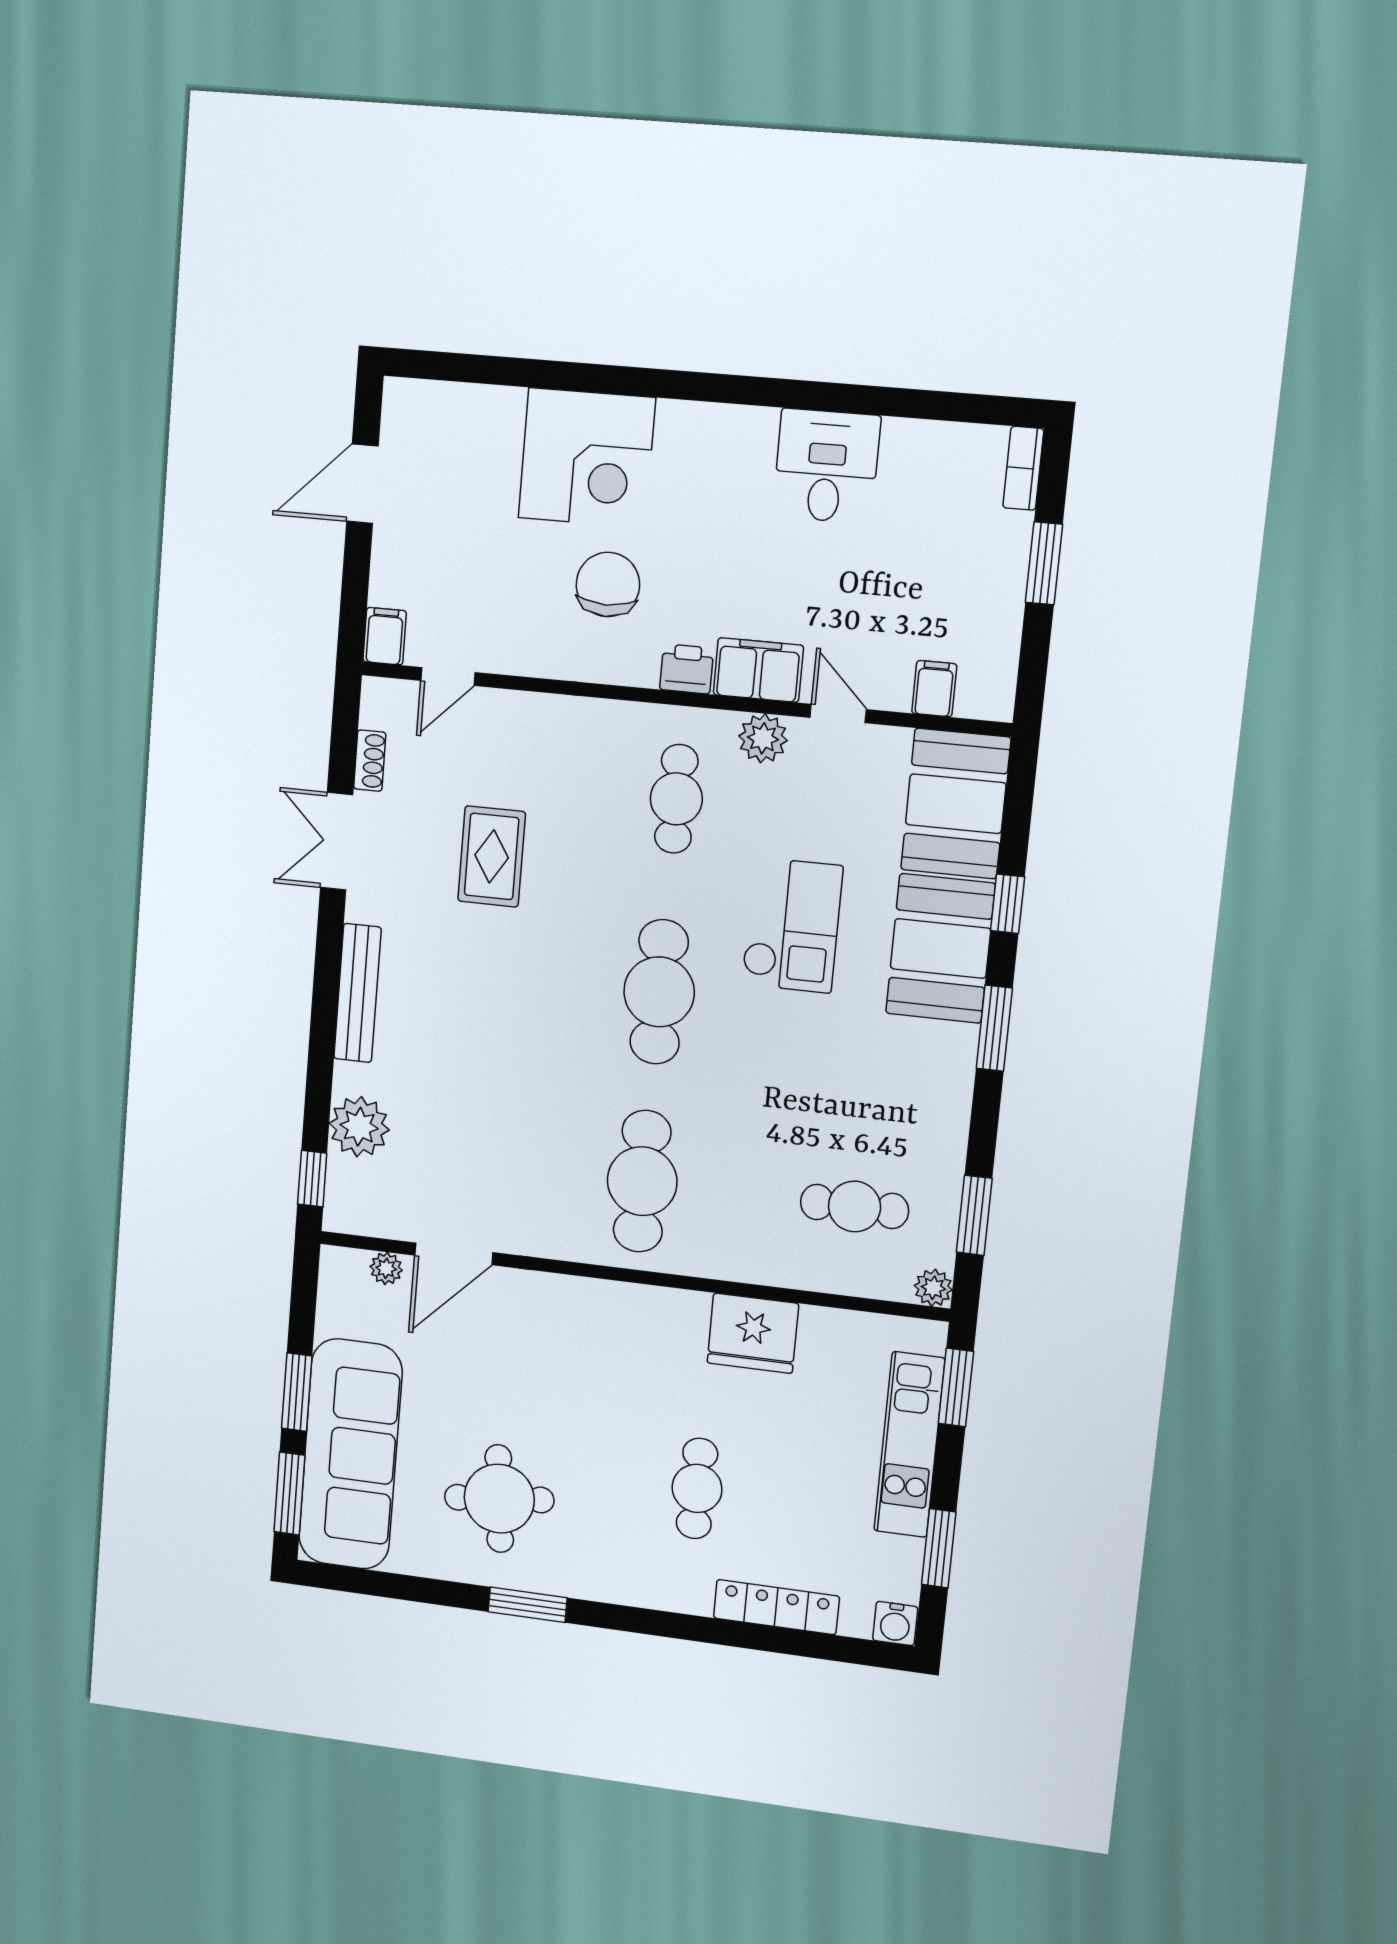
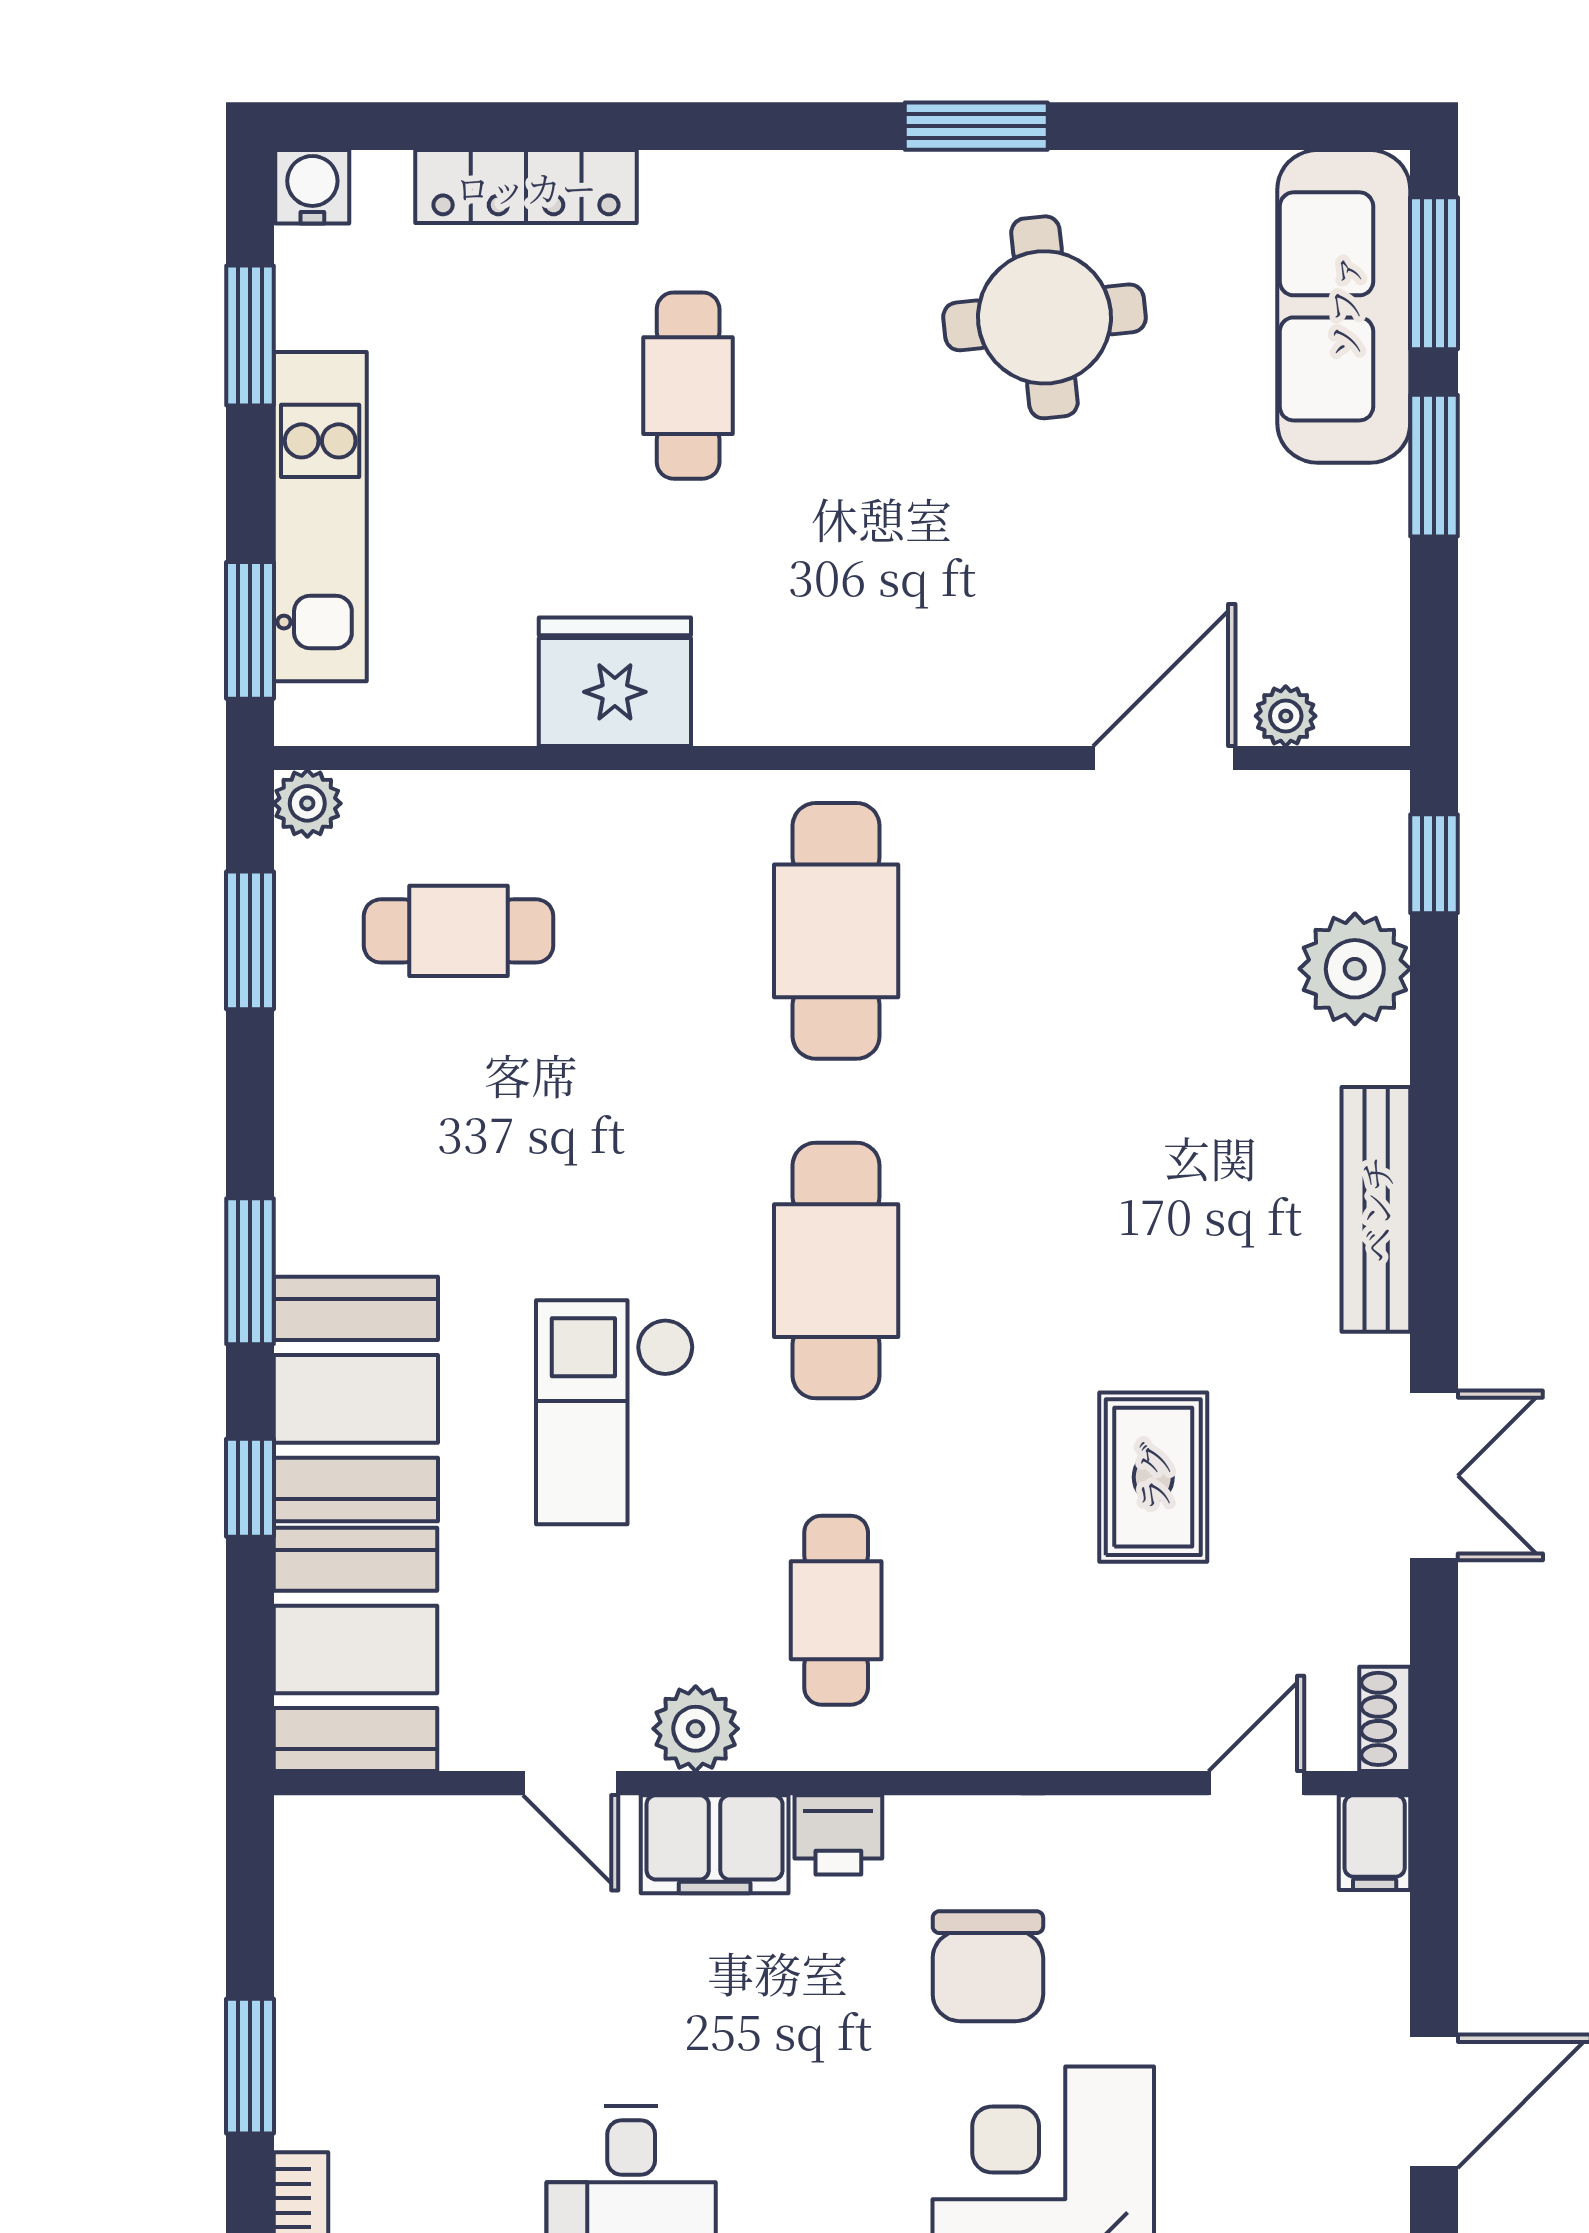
filing cabinet: (934, 689) -> (412, 1840), removed
shoe rack: (370, 761) -> (1385, 1719), moved
sofa: (350, 1454) -> (1344, 306), width x0.74, depth x0.79

